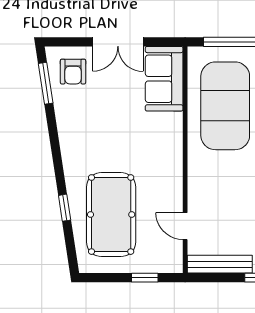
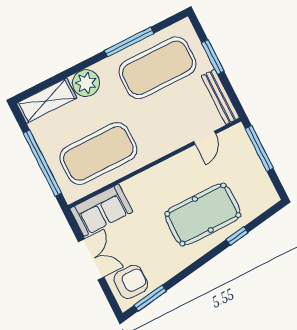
armchair: (73, 72) -> (131, 282), width x1.38, depth x1.38
pool table: (111, 215) -> (203, 215), moved
window: (145, 278) -> (259, 148), width x2.17

